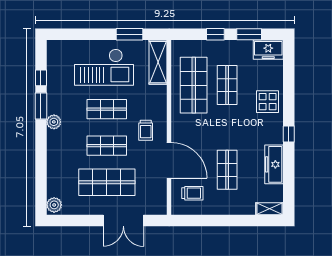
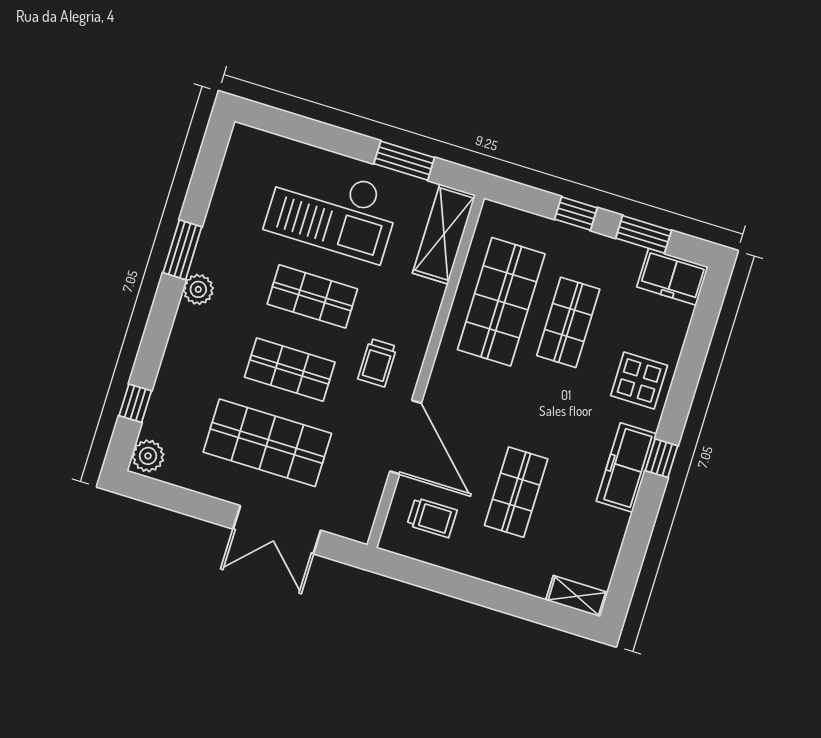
window: (41, 78) -> (135, 403), moved
freezer: (274, 164) -> (626, 468), moved

